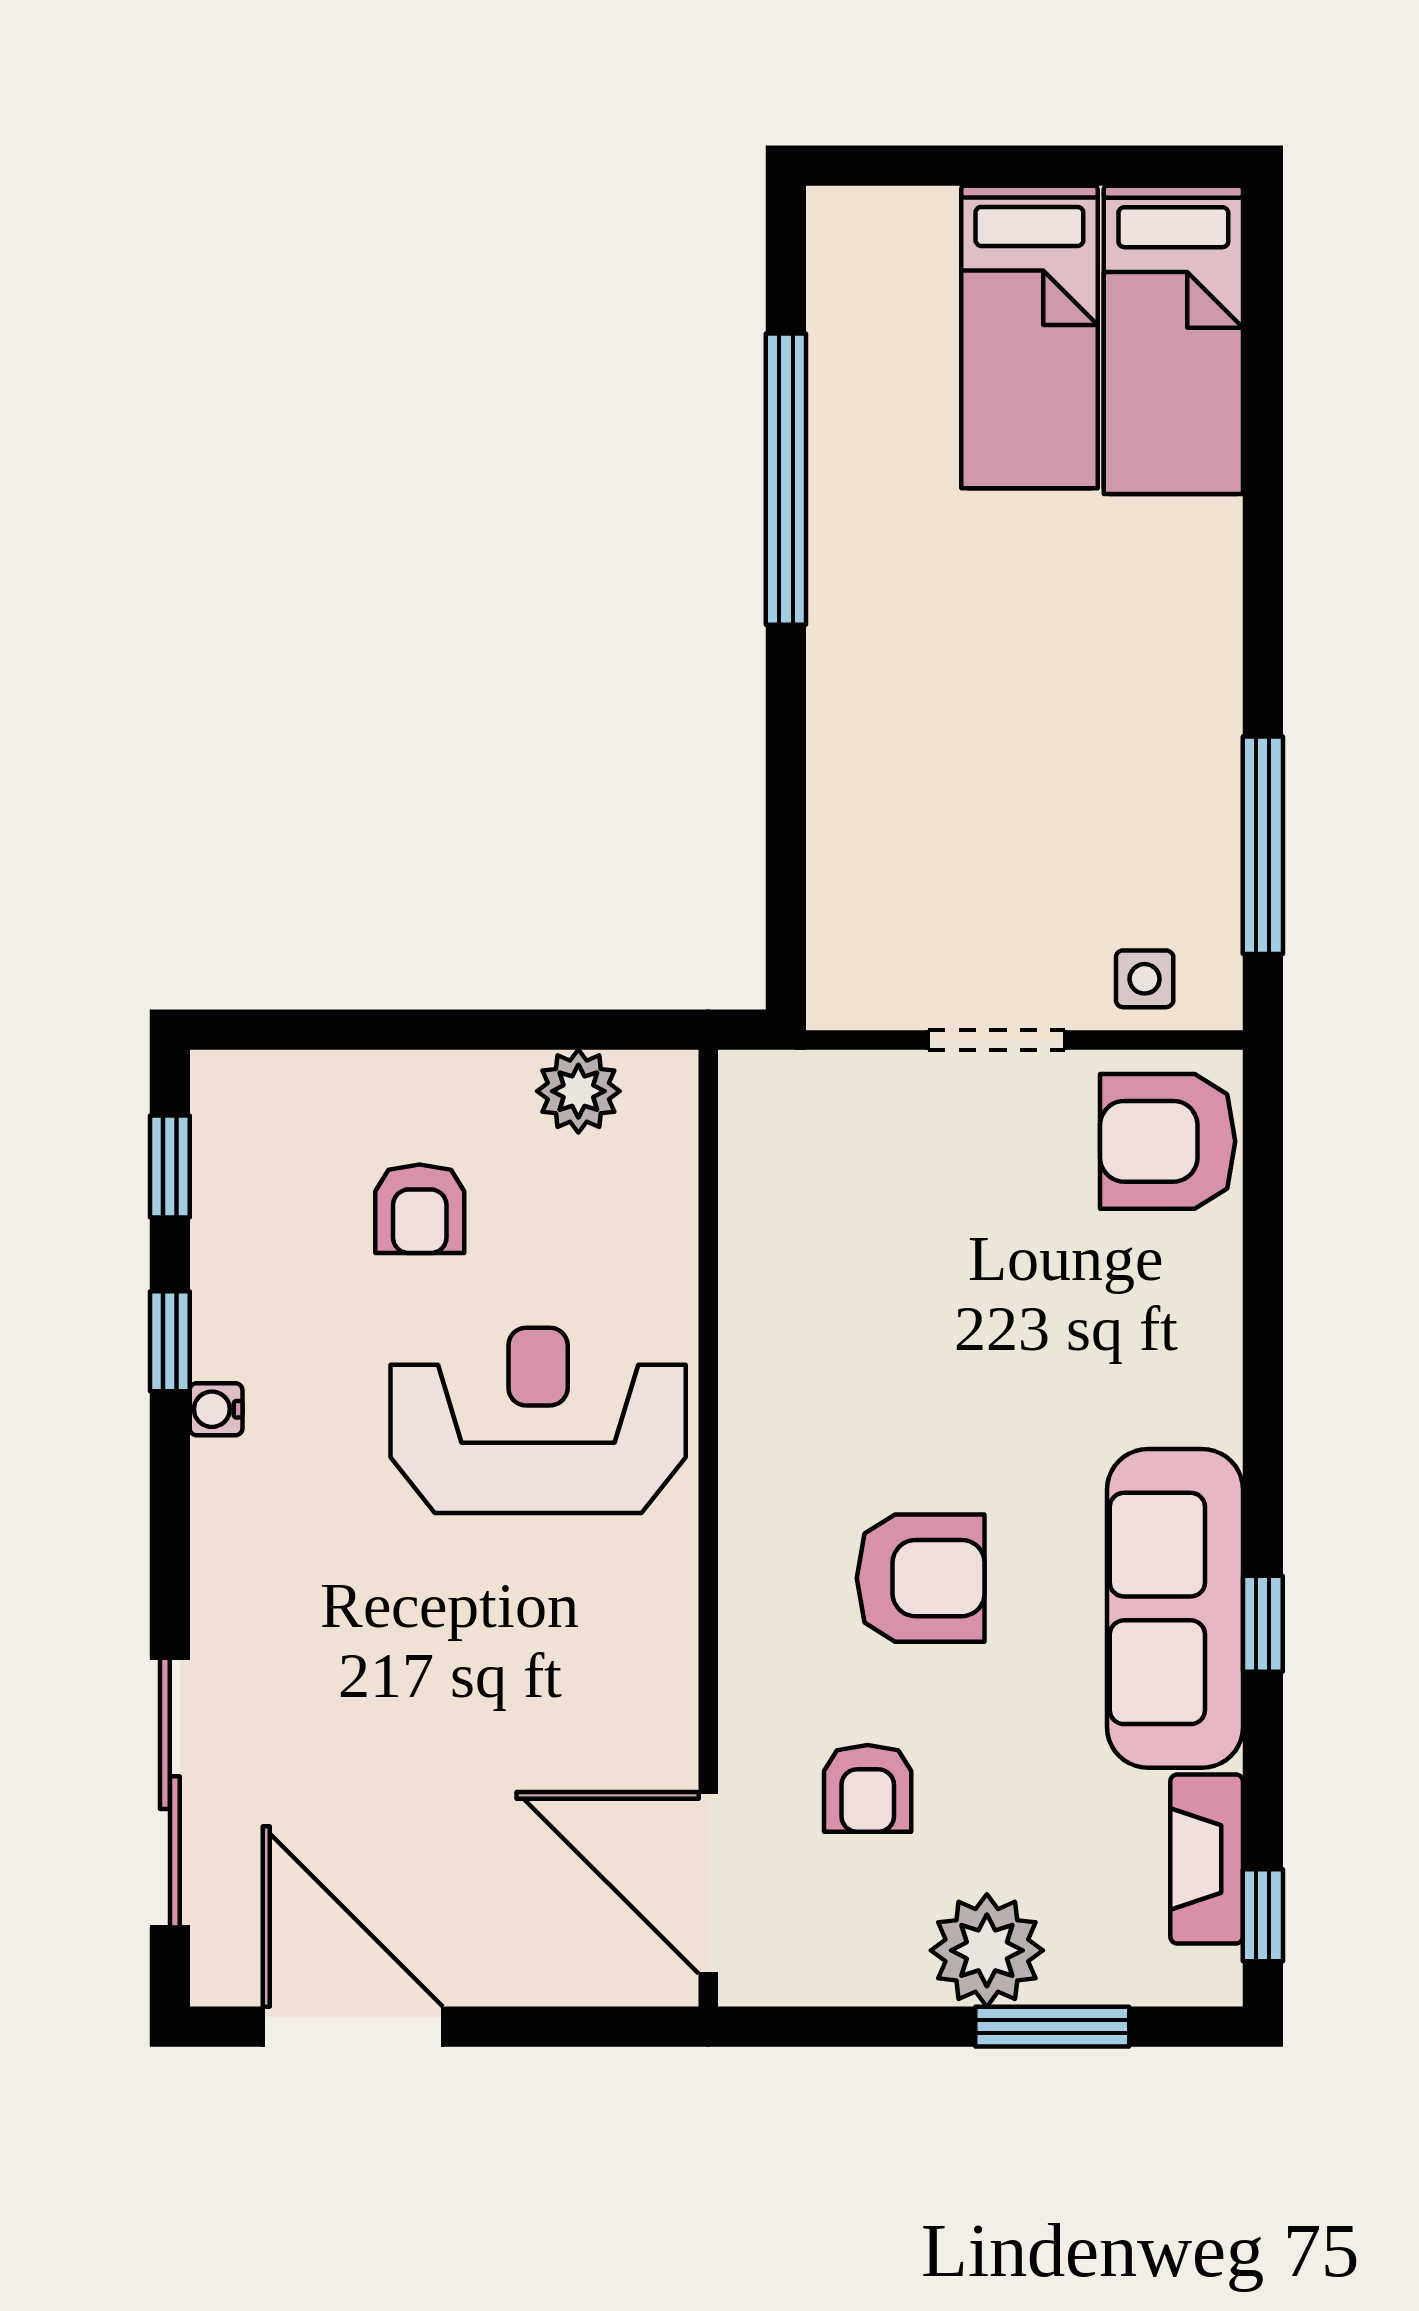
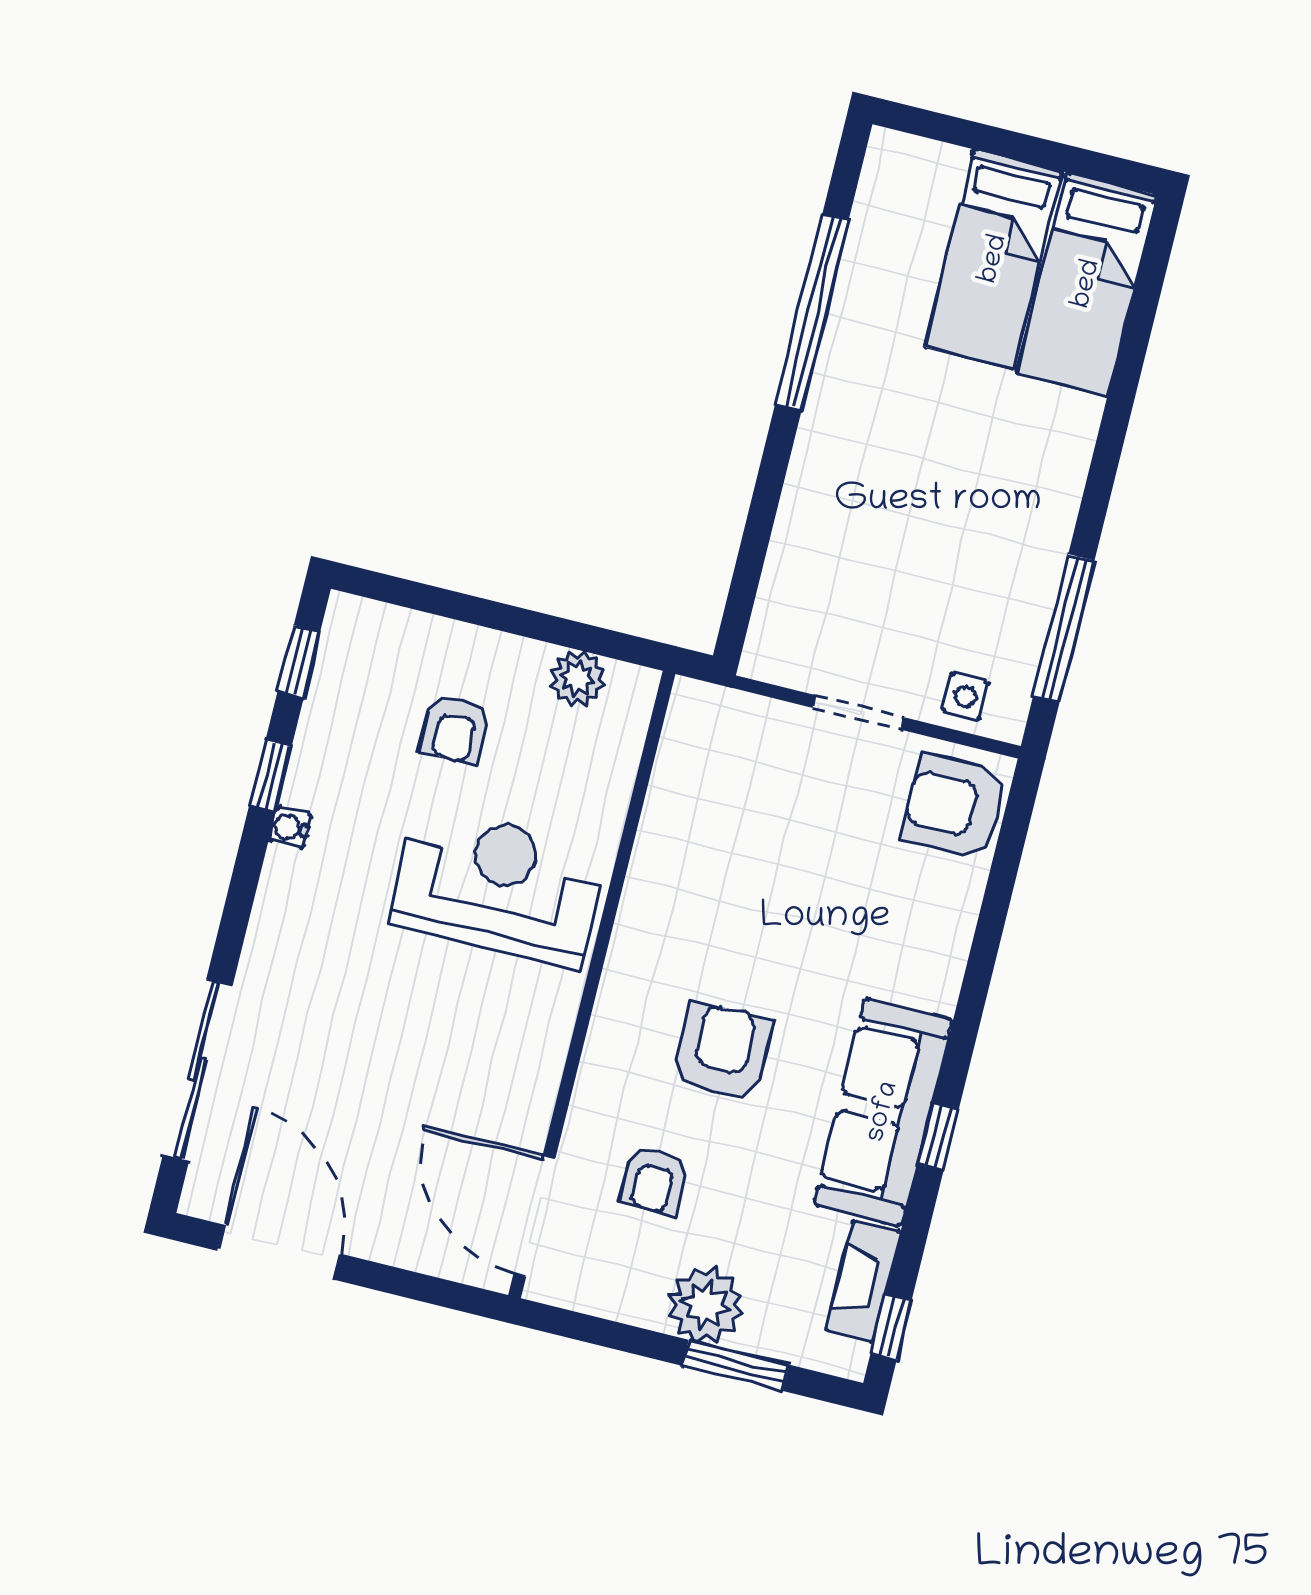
armchair: (921, 1578) -> (722, 1051), turned -90

